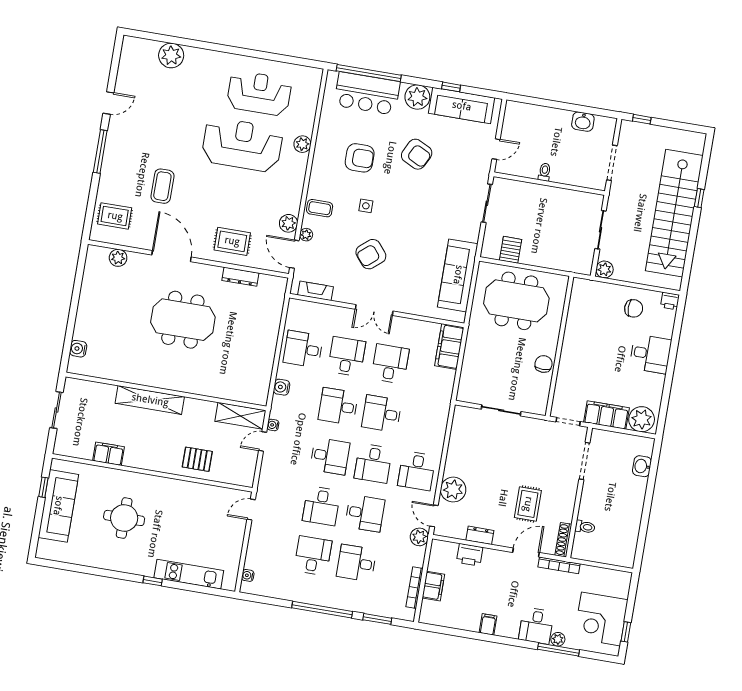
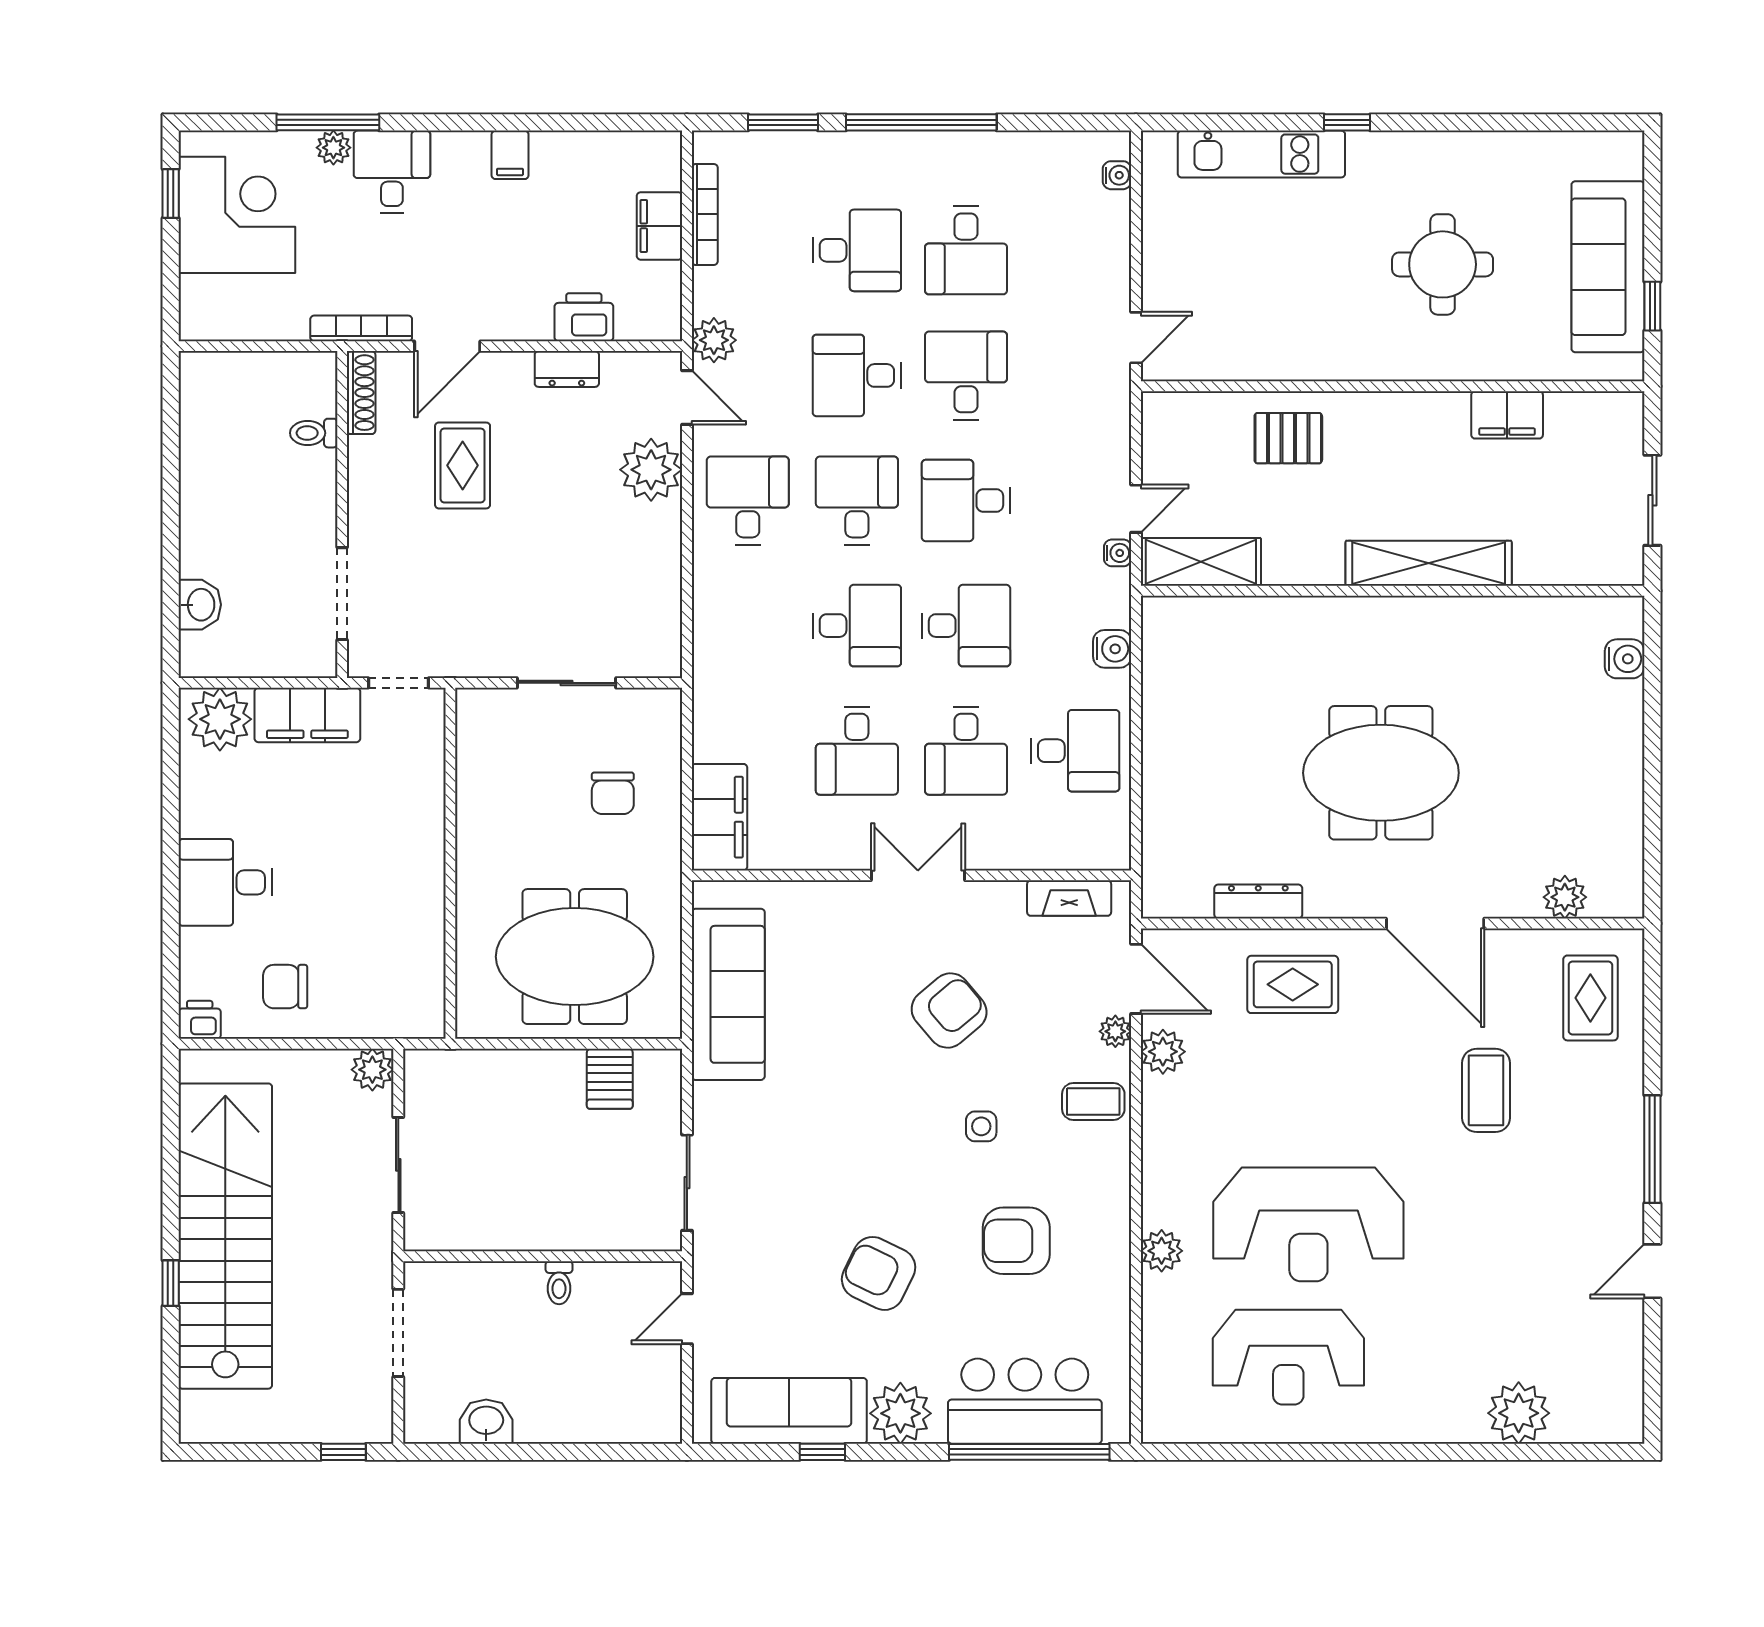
rug: (115, 216) -> (1590, 998), turned 90
chair: (543, 364) -> (613, 793), moved

